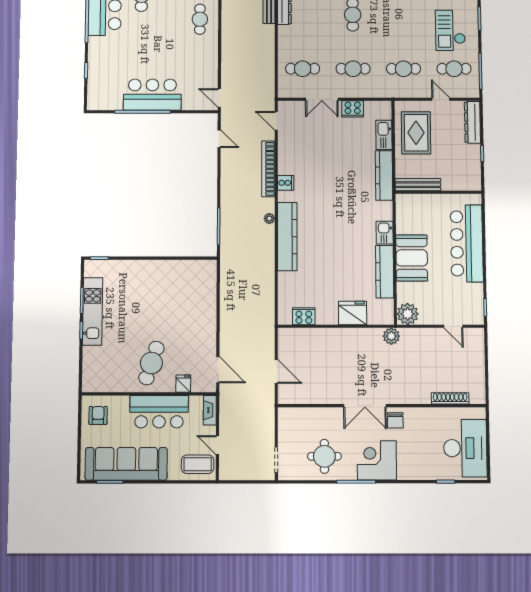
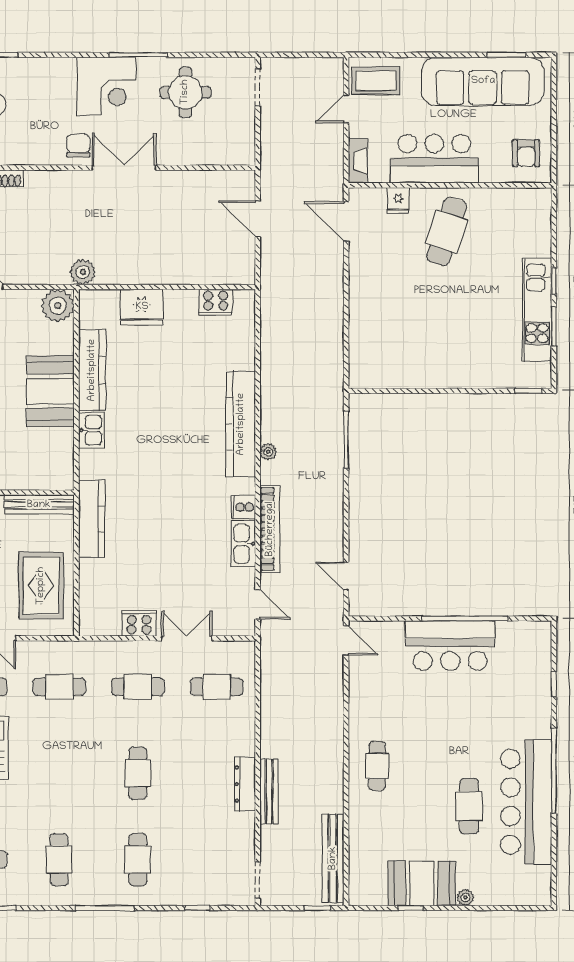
kitchen sink: (384, 135) -> (243, 544), moved, turned 180
door: (217, 445) -> (346, 109), swing flipped

